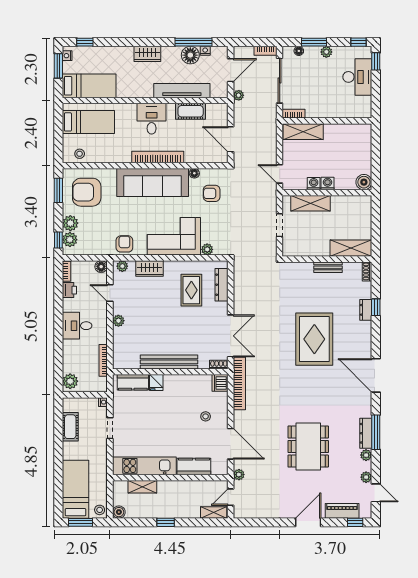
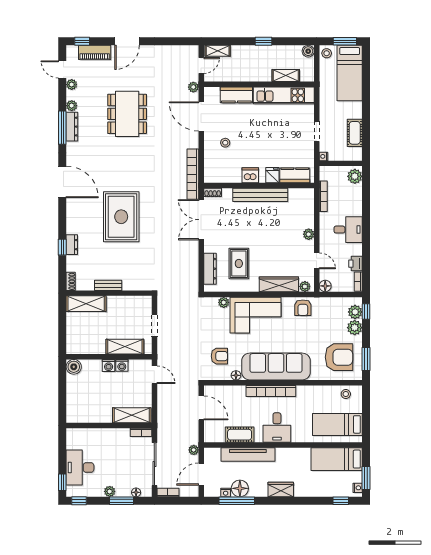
wardrobe: (149, 268) -> (279, 284), width x1.50
dishwasher: (220, 383) -> (250, 175), moved, turned -90

